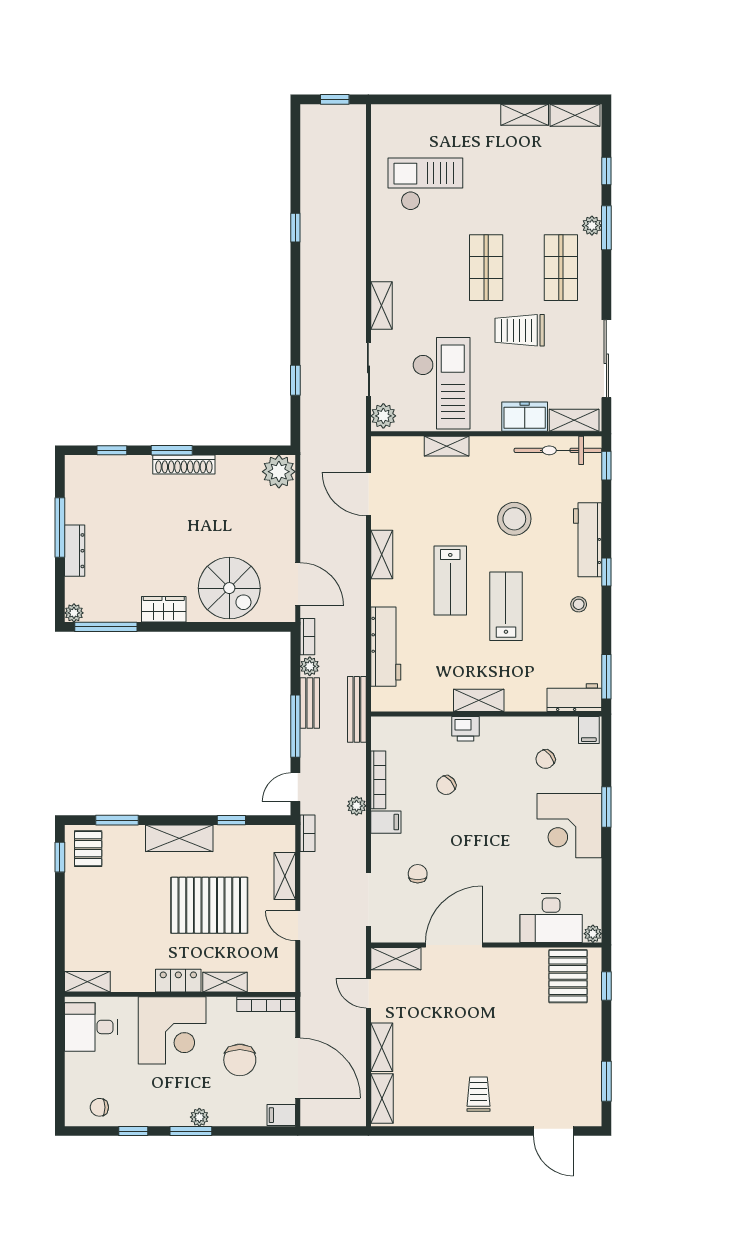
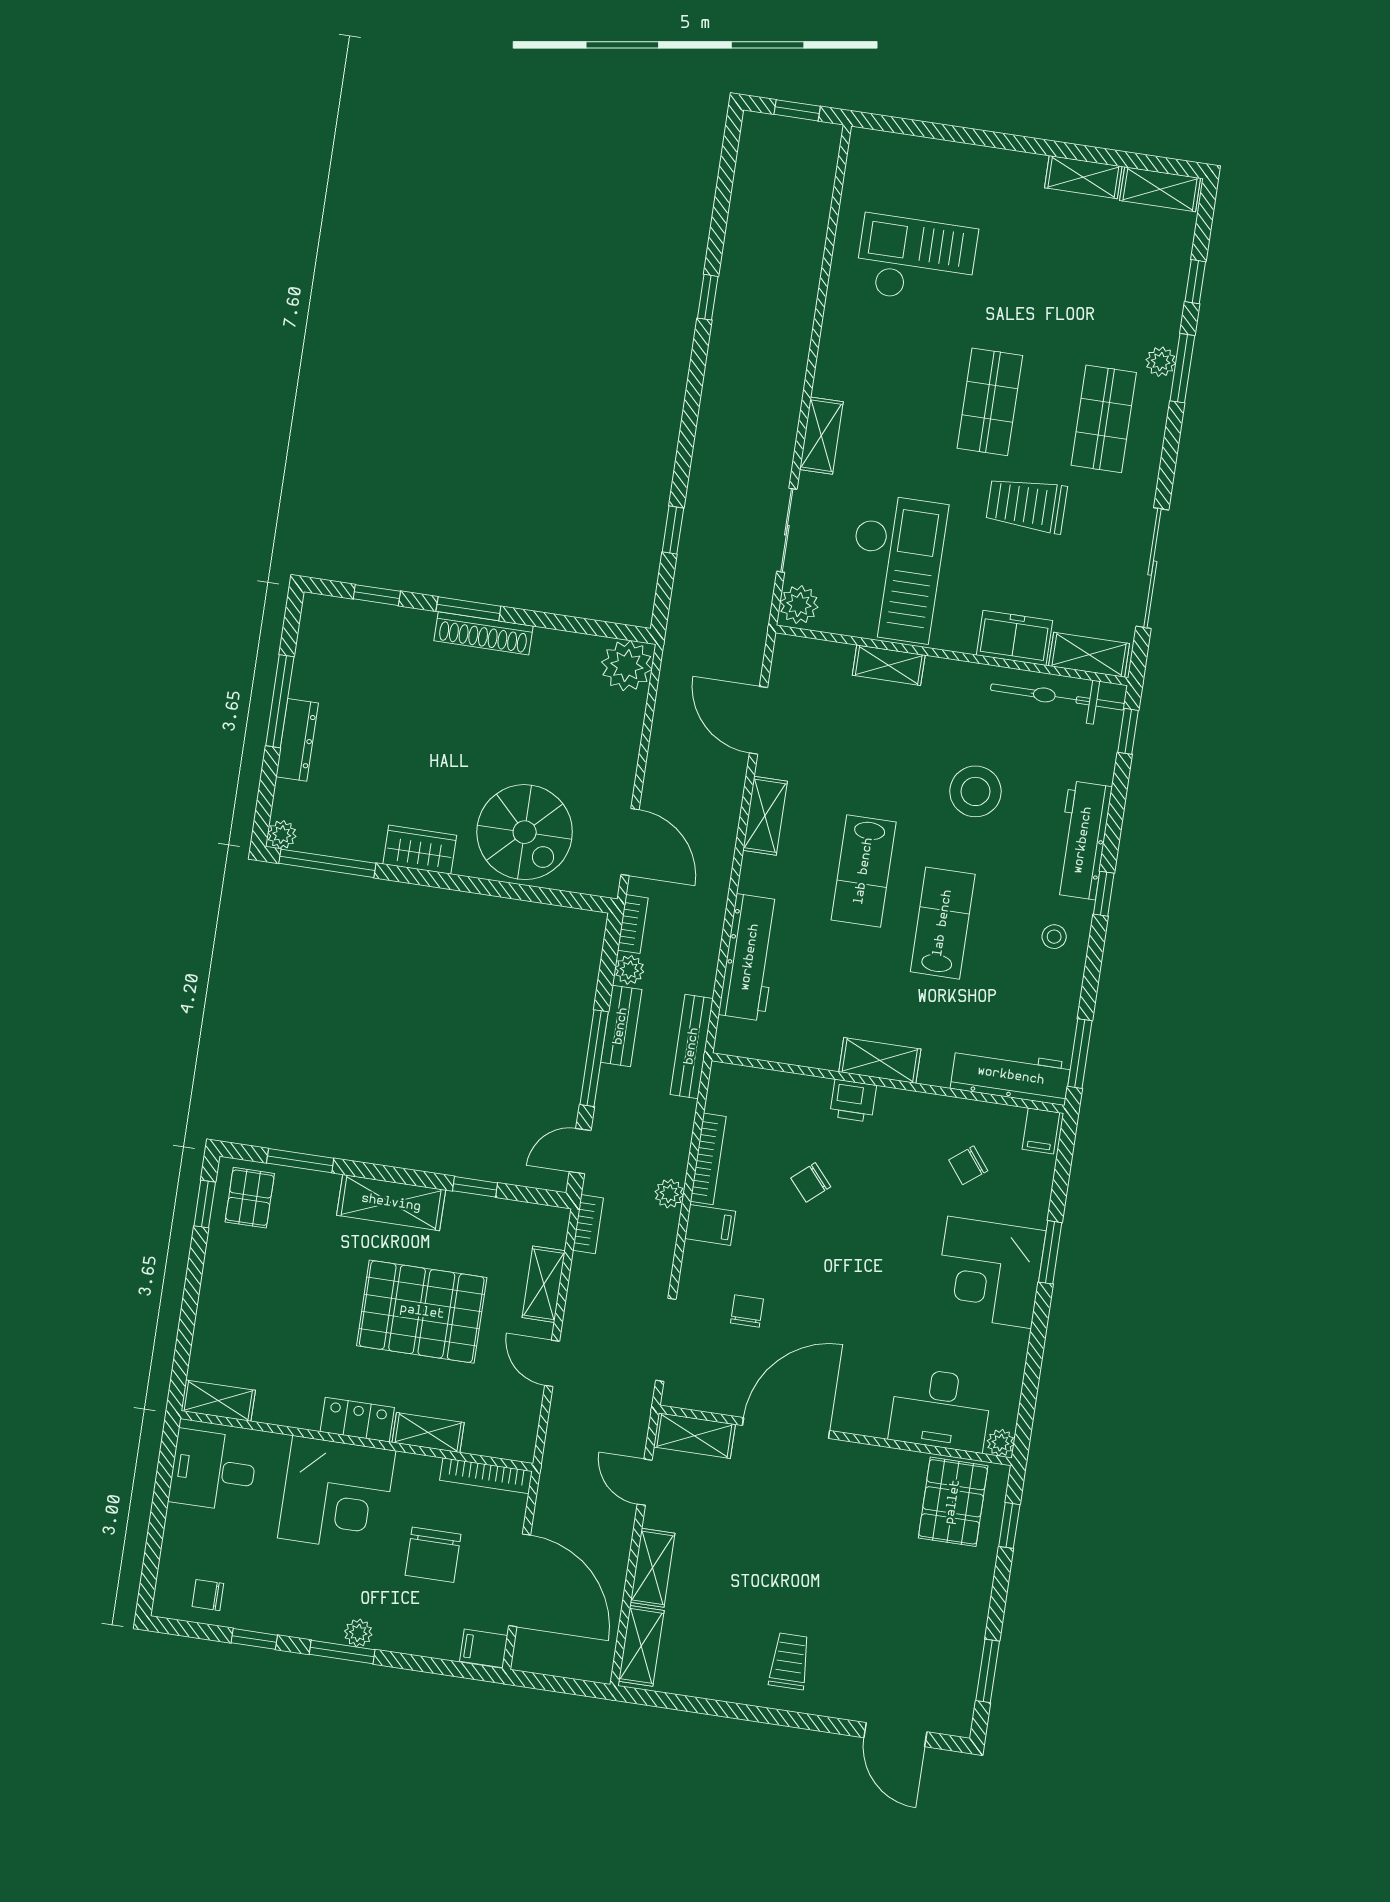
workbench: (574, 698) -> (1011, 1076), width x1.37

